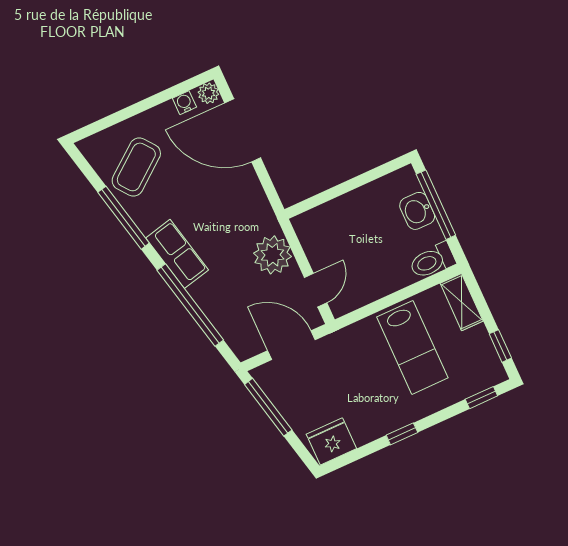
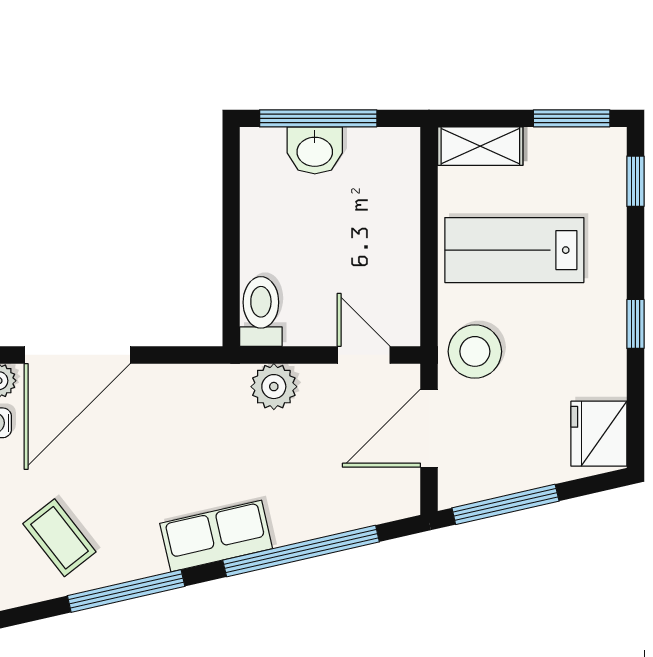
coffee table: (136, 167) -> (59, 538), width x0.73, depth x0.77
plant: (273, 255) -> (274, 387), width x0.73, depth x0.73
toilet: (432, 261) -> (261, 311), moved, turned 180
window: (500, 346) -> (572, 118), width x1.50
lab bench: (412, 347) -> (514, 250), turned 180
stool: (346, 351) -> (475, 351), added

